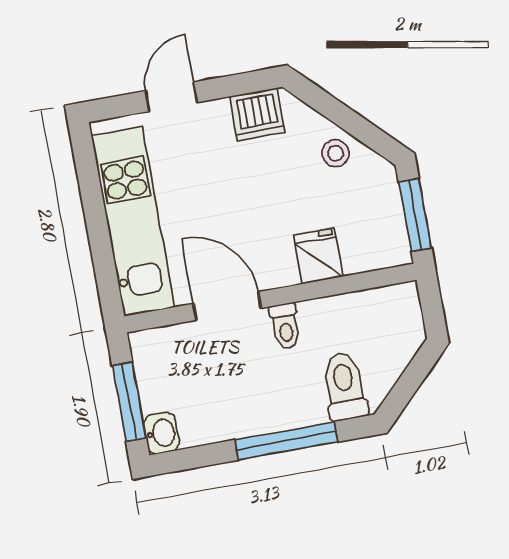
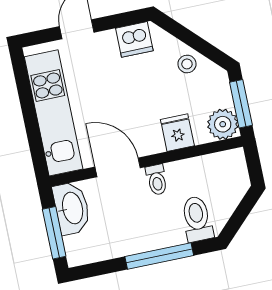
plant: (387, 245) -> (223, 124), added
washbasin: (161, 433) -> (72, 208), moved, width x1.91, depth x1.45

